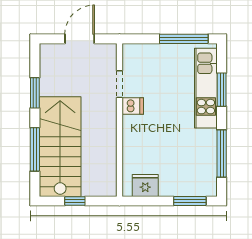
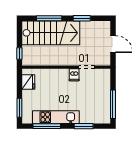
kitchen unit: (206, 88) -> (56, 117), moved
window: (75, 201) -> (19, 53), moved

